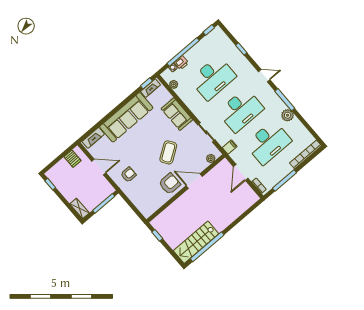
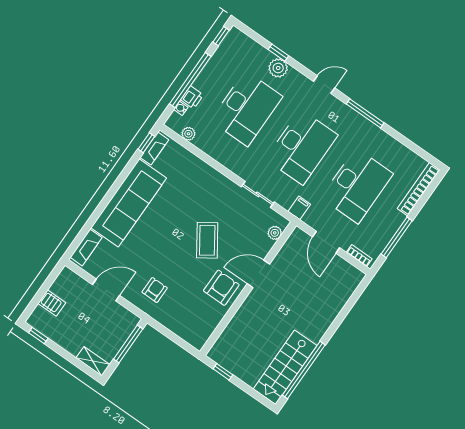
sofa: (177, 114) -> (205, 178), removed
plant: (288, 115) -> (278, 68), moved
server rack: (72, 159) -> (52, 303), moved

